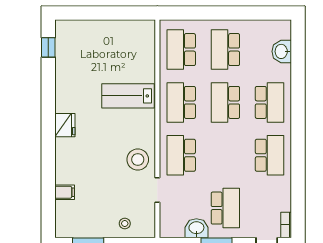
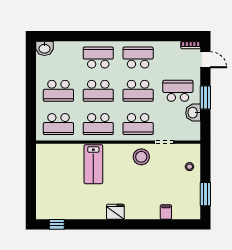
washbasin: (282, 51) -> (44, 48), moved
school desk: (225, 155) -> (138, 91), added

